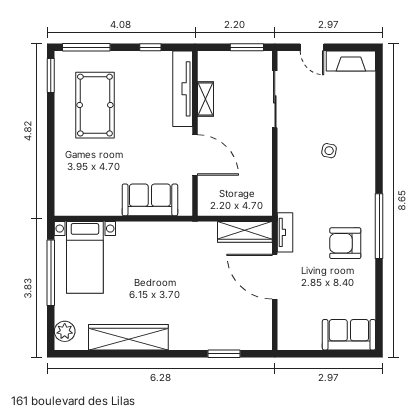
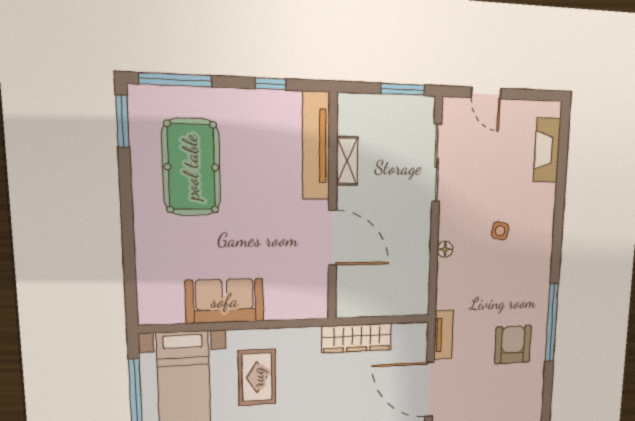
fireplace: (351, 61) -> (547, 150), moved, turned 90
floor lamp: (284, 165) -> (445, 249), added
sofa: (150, 200) -> (225, 301), moved
wardrobe: (245, 232) -> (357, 338), moved
armchair: (345, 243) -> (513, 345), turned 90
rug: (138, 259) -> (257, 377), added

